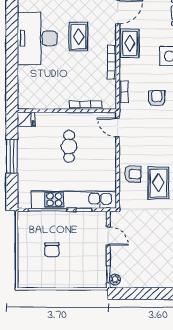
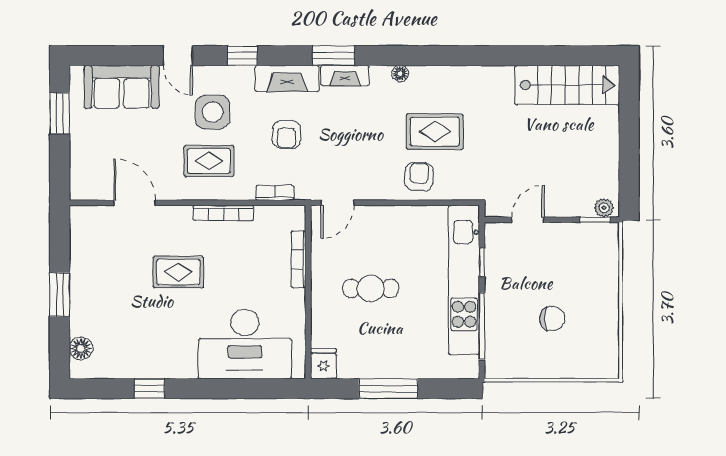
window: (12, 20) -> (149, 389), added
desk: (37, 38) -> (245, 344), moved
rug: (130, 43) -> (209, 161), moved
armchair: (157, 98) -> (287, 135), turned -90

